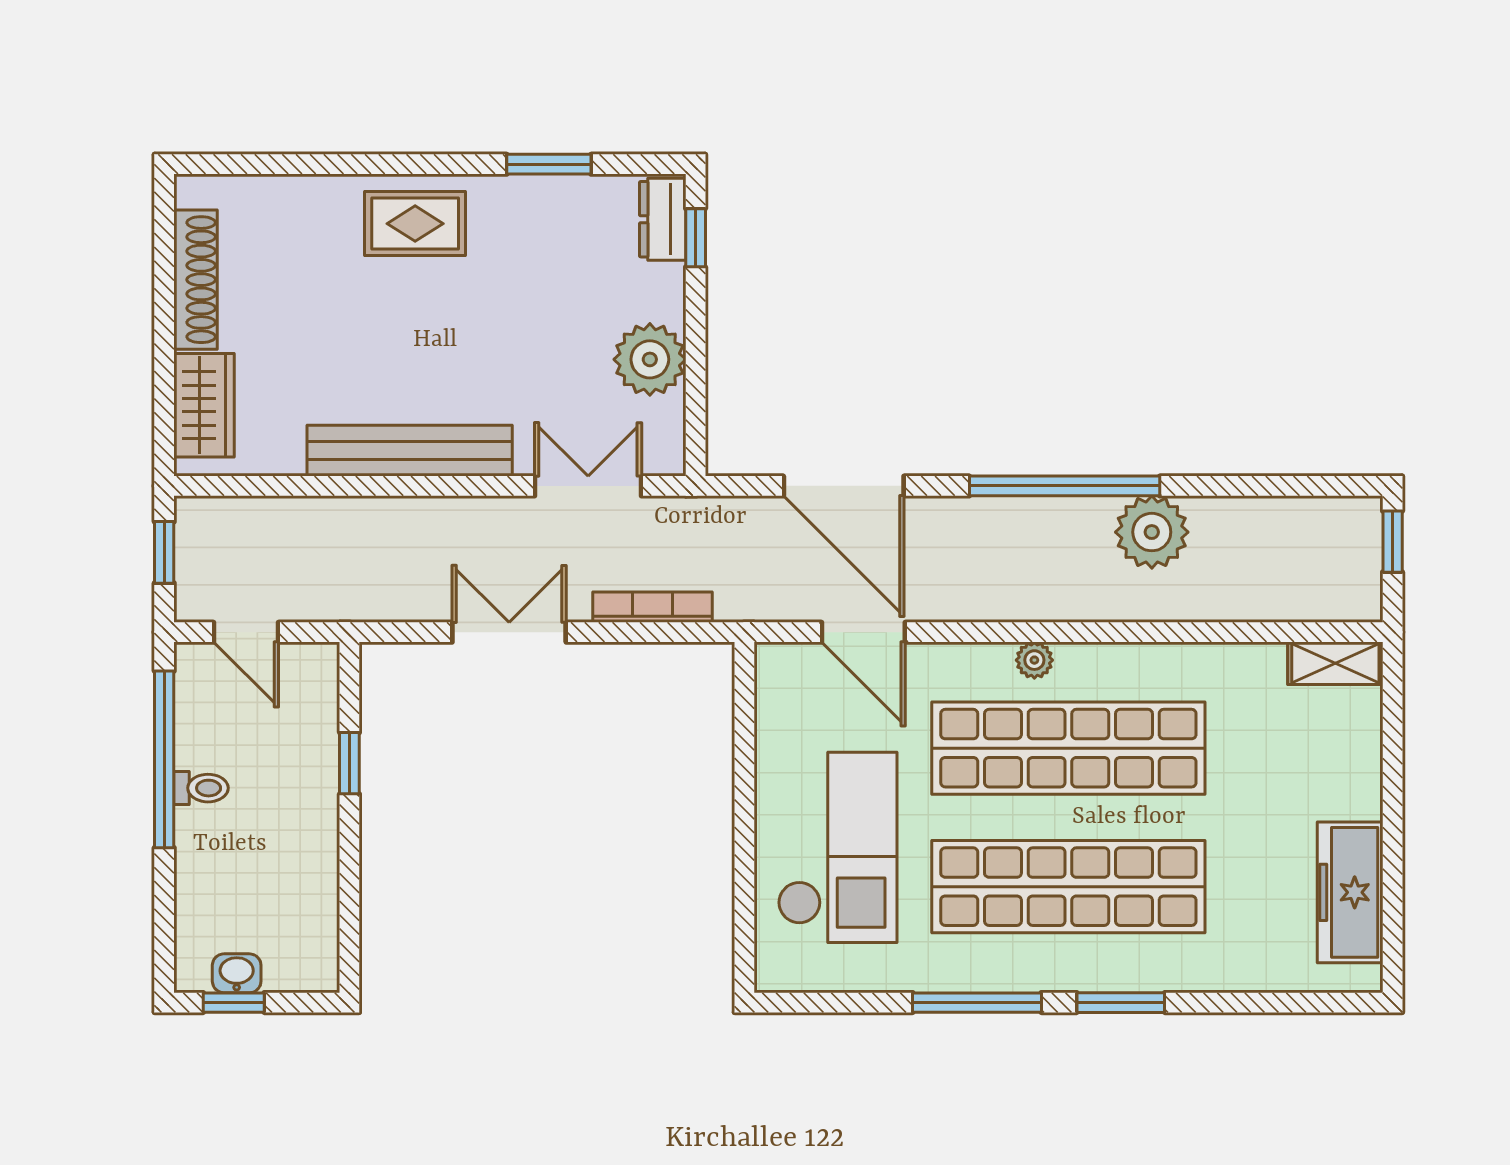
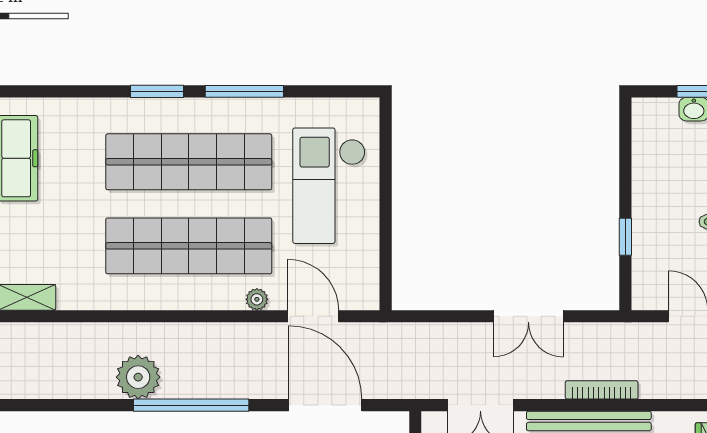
bookcase: (653, 607) -> (602, 390), moved, turned 180
plant: (1034, 660) -> (257, 299), moved

